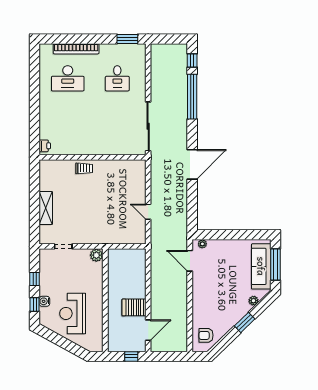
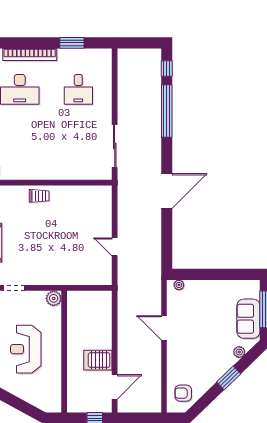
window: (127, 39) -> (72, 43), moved
sliding door: (148, 126) -> (115, 146), width x0.73
door: (190, 261) -> (164, 328), moved
sofa: (261, 266) -> (248, 319), width x0.73
reception desk: (73, 313) -> (26, 349), moved

